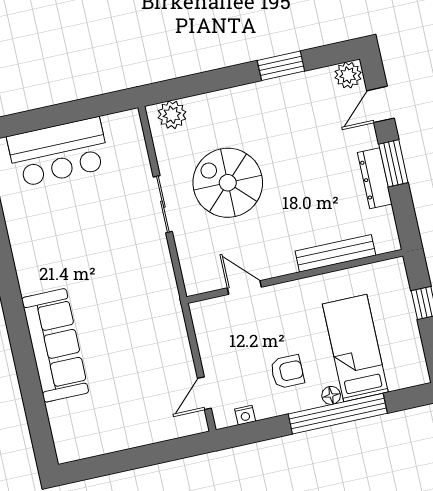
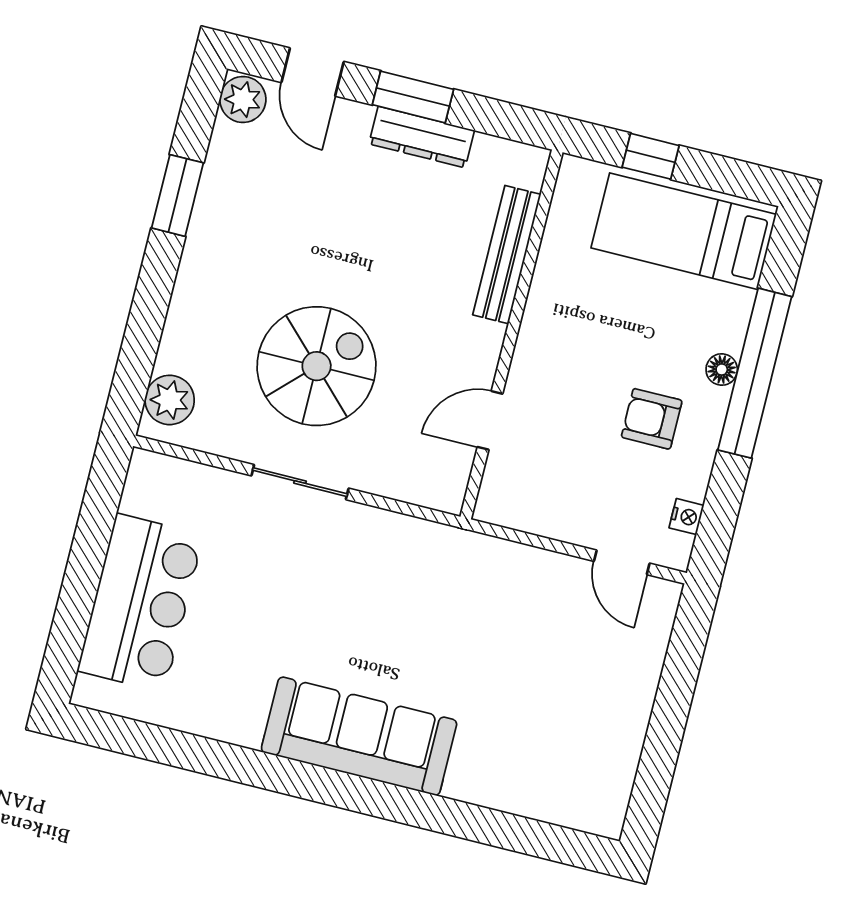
spiral stairs: (228, 183) -> (317, 366), turned 180
sofa: (55, 345) -> (359, 736), moved
bed: (355, 348) -> (684, 231), moved
armchair: (287, 372) -> (652, 419), turned -90

